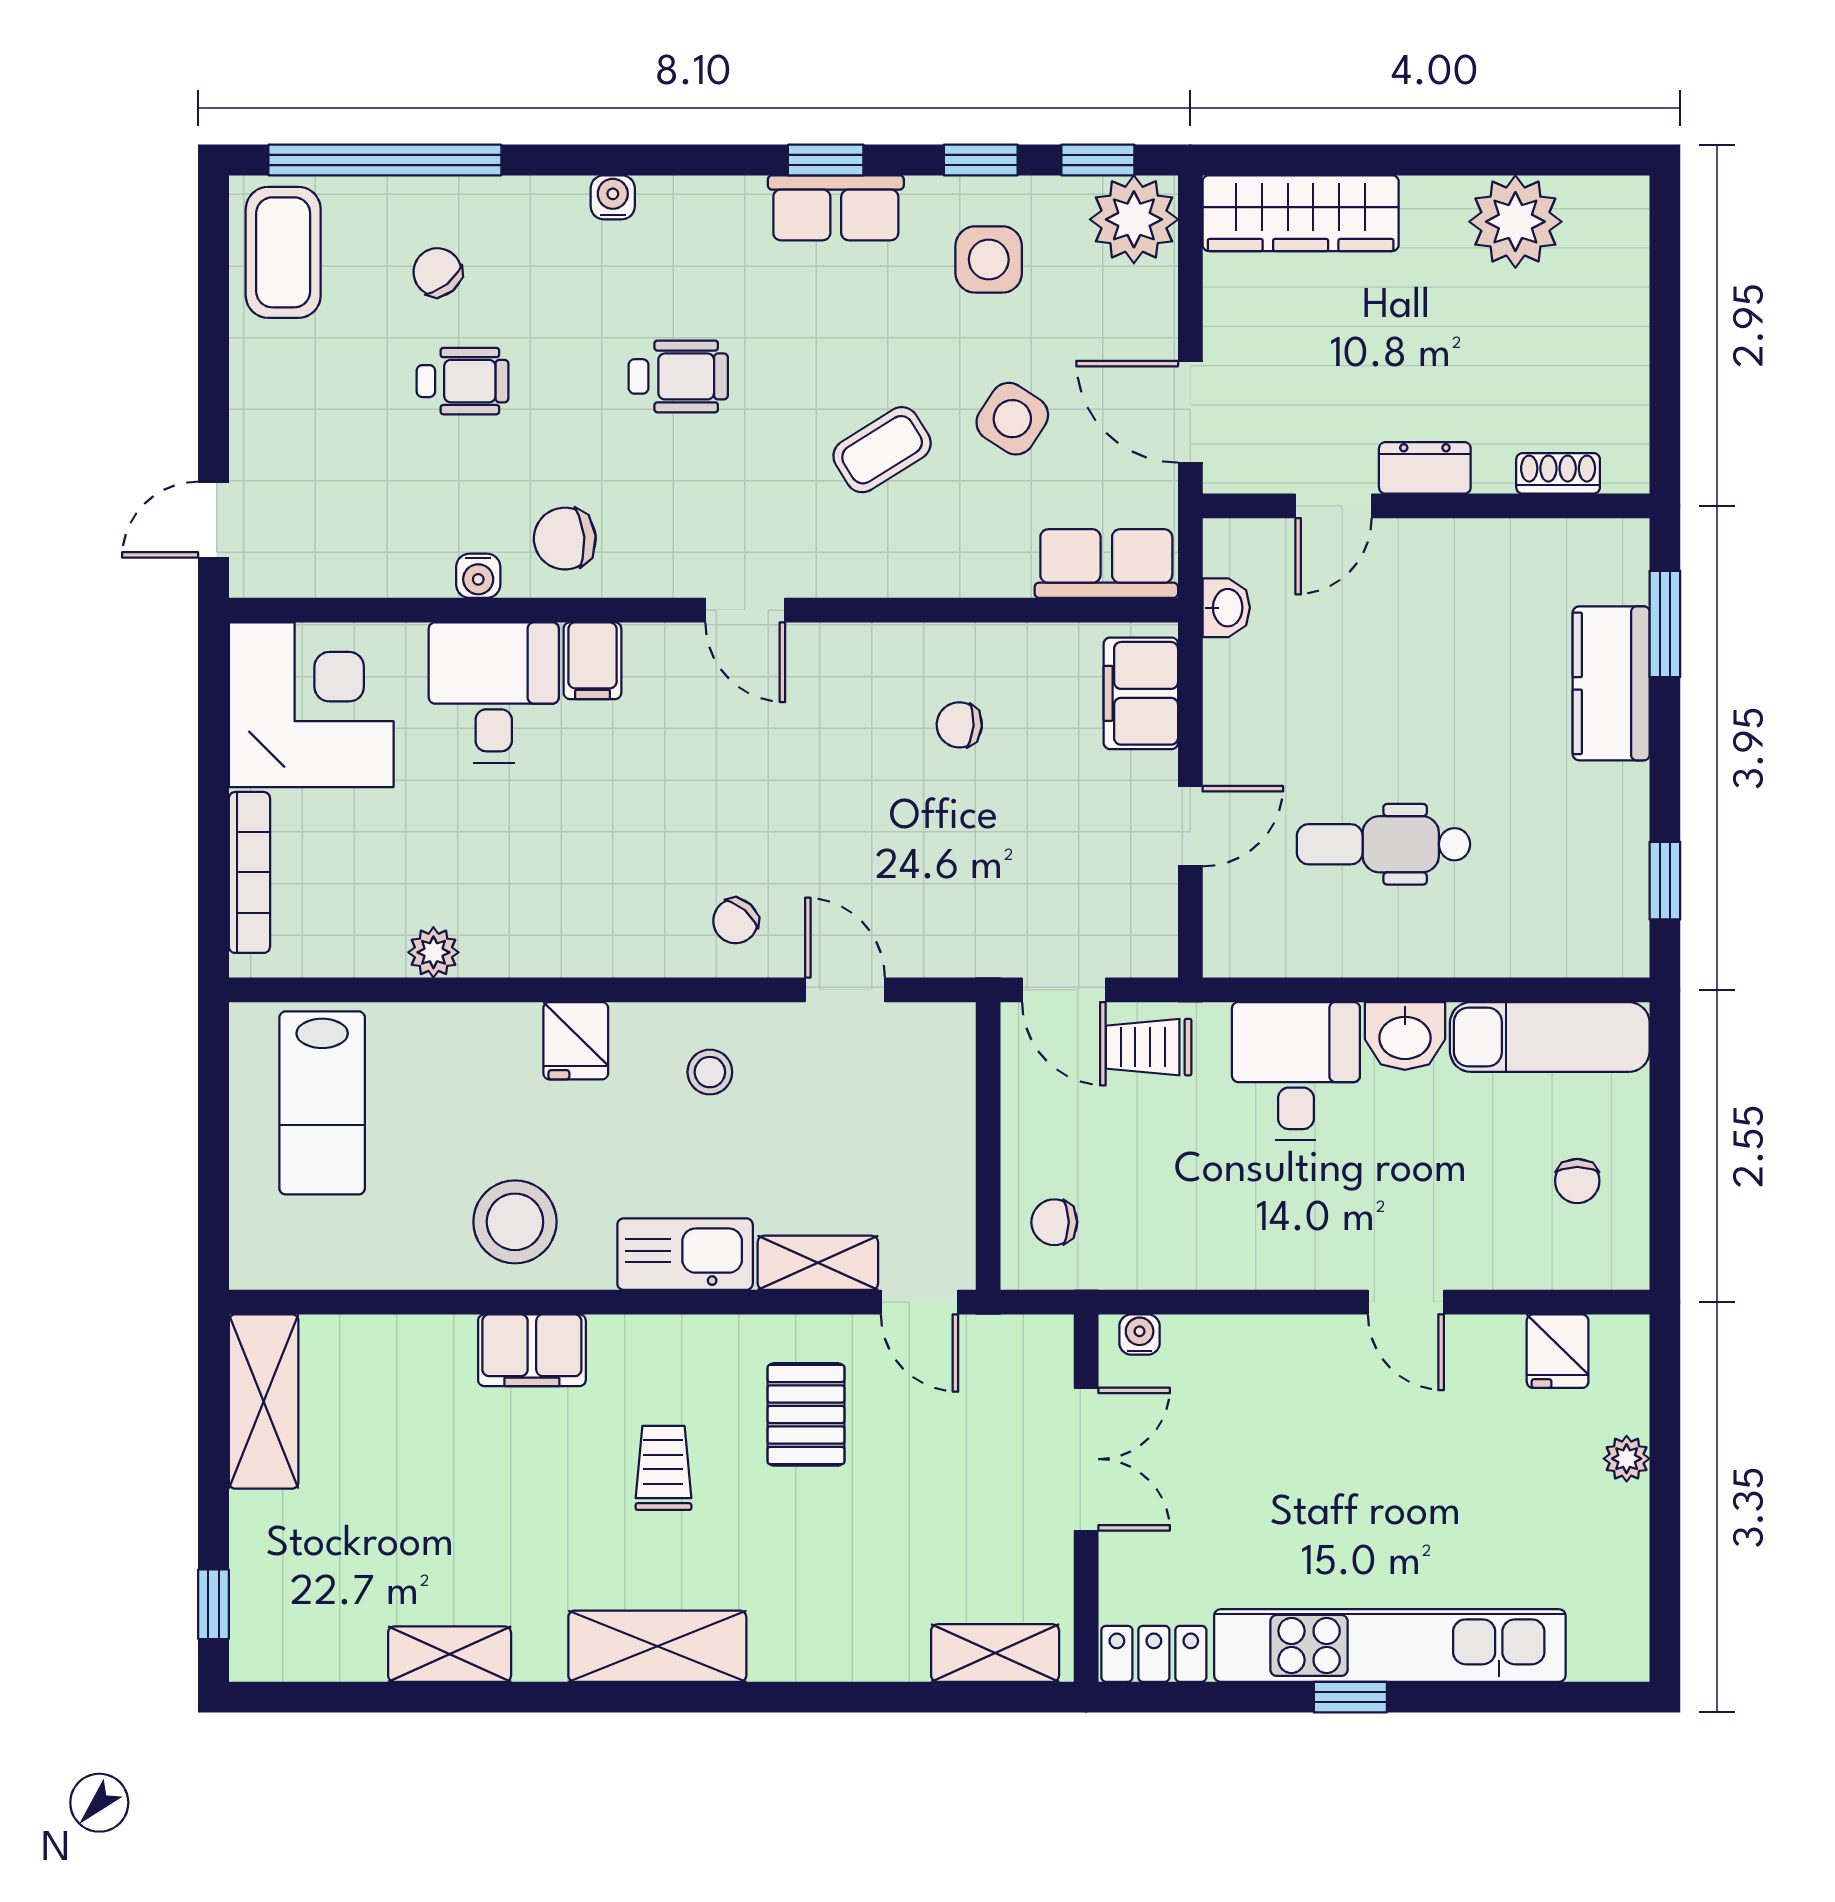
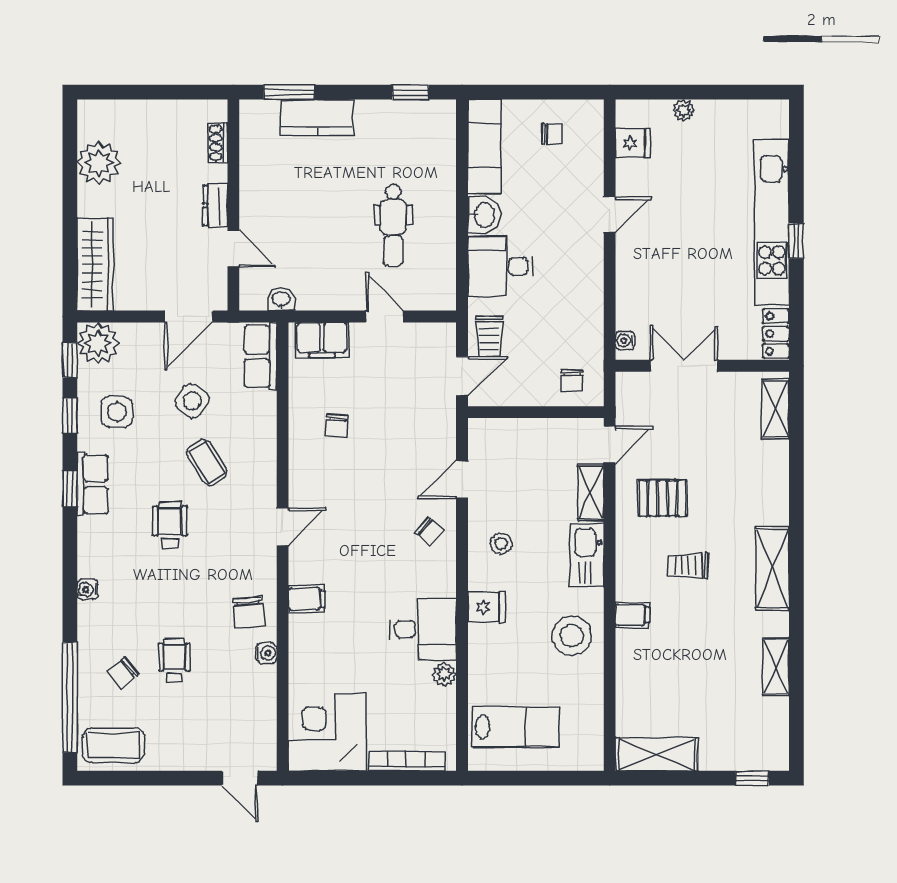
wheelchair: (678, 376) -> (170, 525), moved
desk: (494, 692) -> (423, 629), moved, turned 180
filing cabinet: (532, 1350) -> (632, 615), width x0.50

